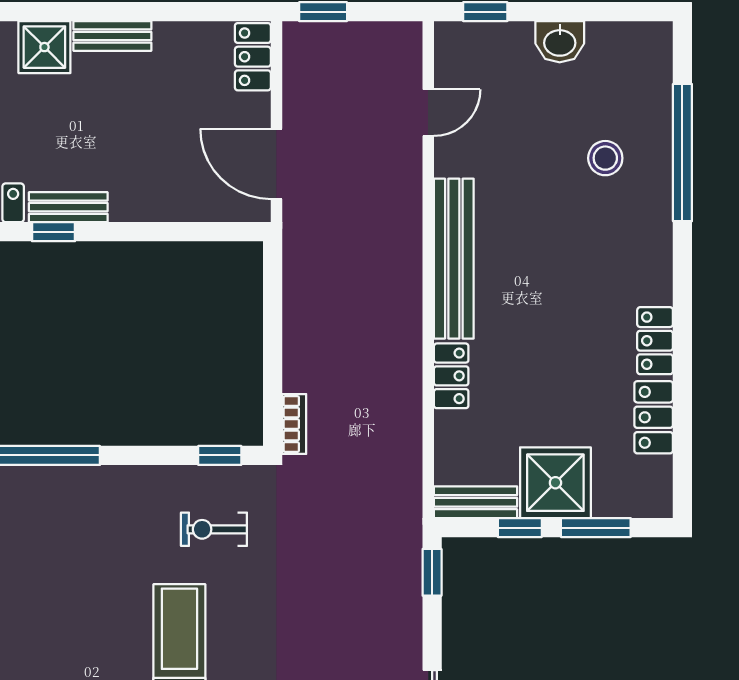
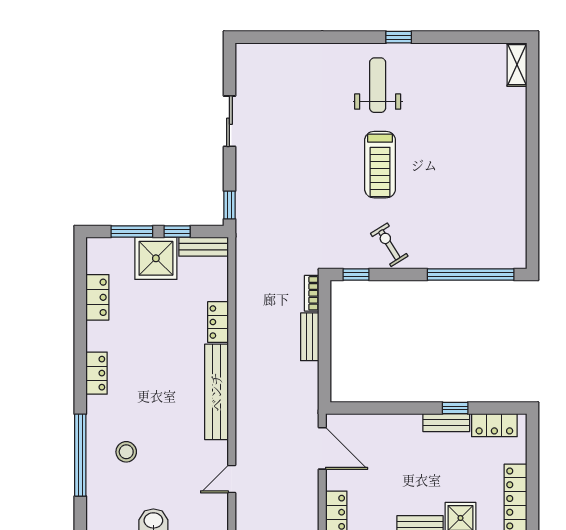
locker: (655, 341) -> (97, 373), moved
bench: (297, 351) -> (310, 337), added
exercise bike: (214, 529) -> (389, 245), moved, turned -122

